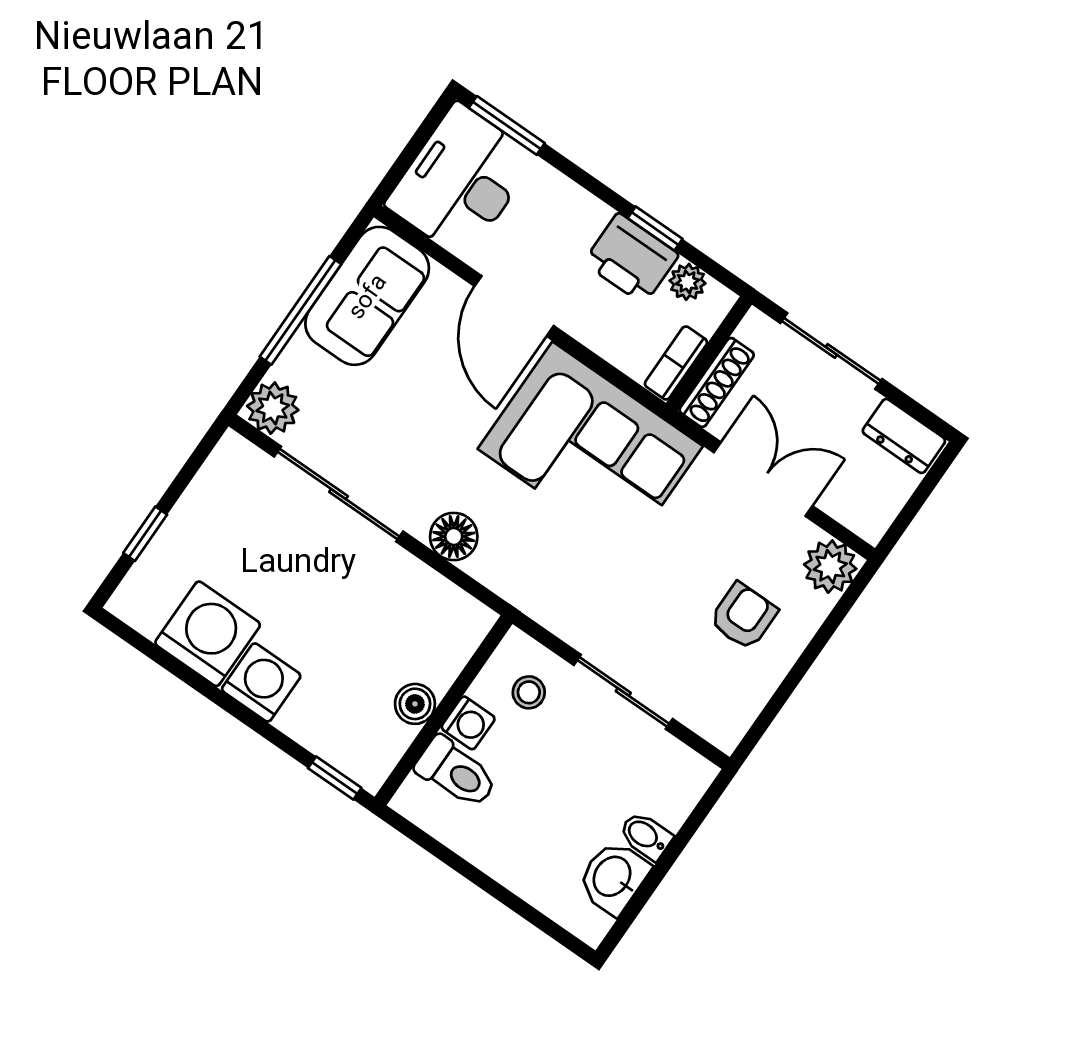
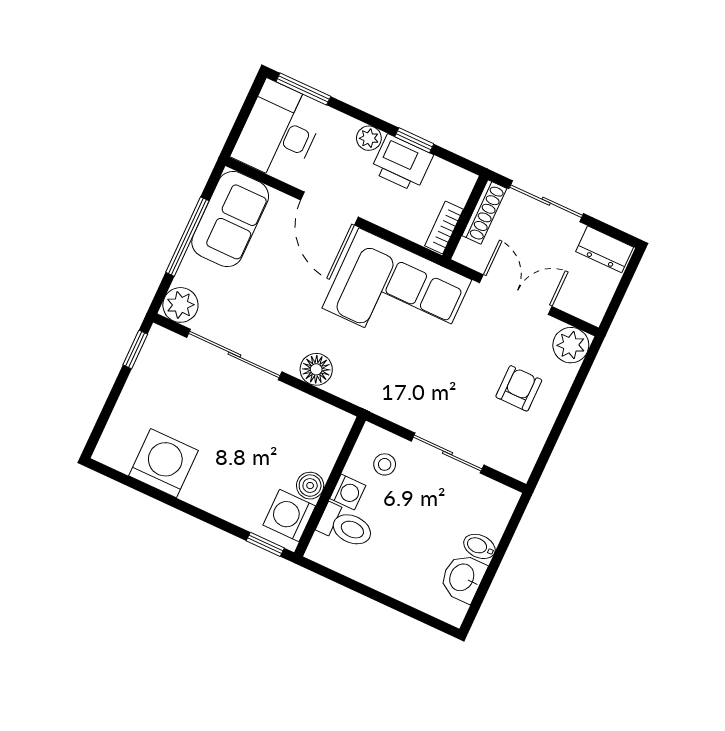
plant: (688, 282) -> (369, 138), moved
shoe rack: (717, 382) -> (484, 212), moved
window: (145, 534) -> (135, 349), moved
washing machine: (261, 682) -> (289, 516), moved, turned -90

